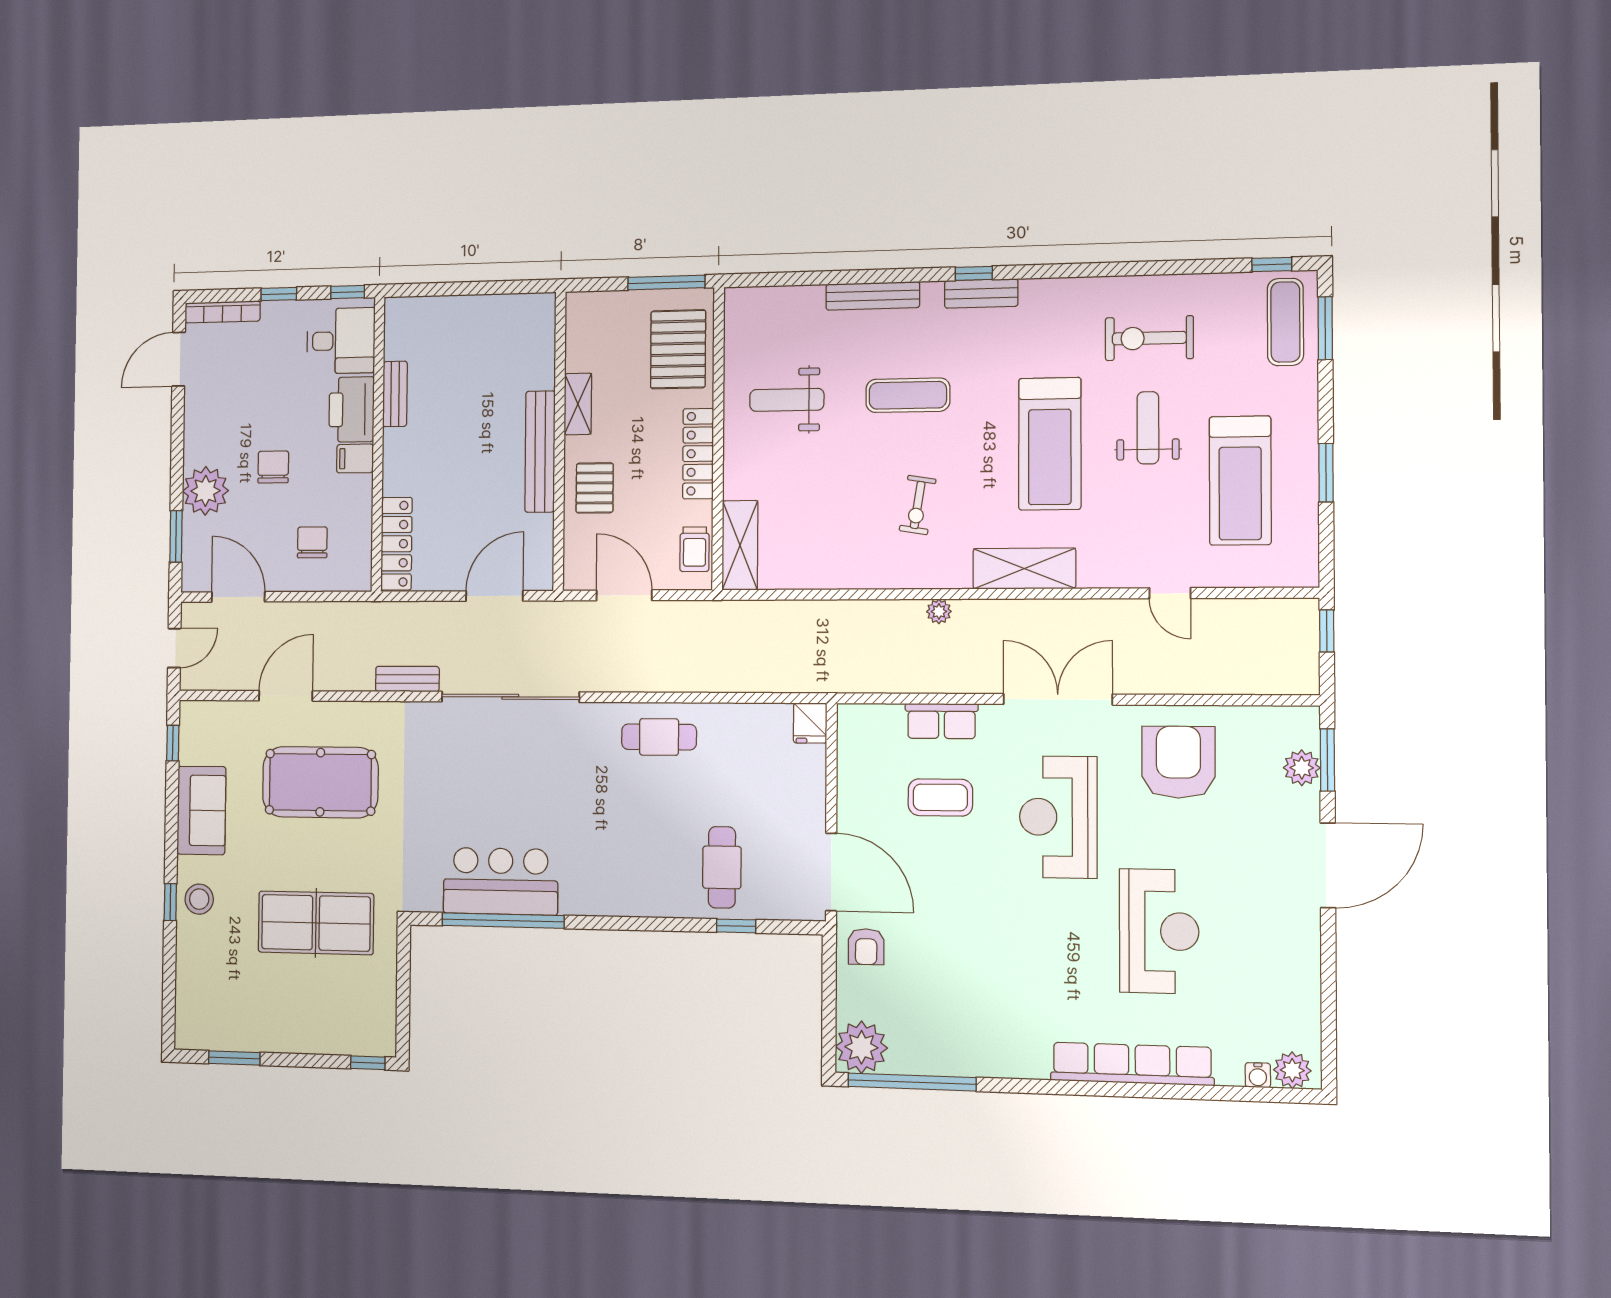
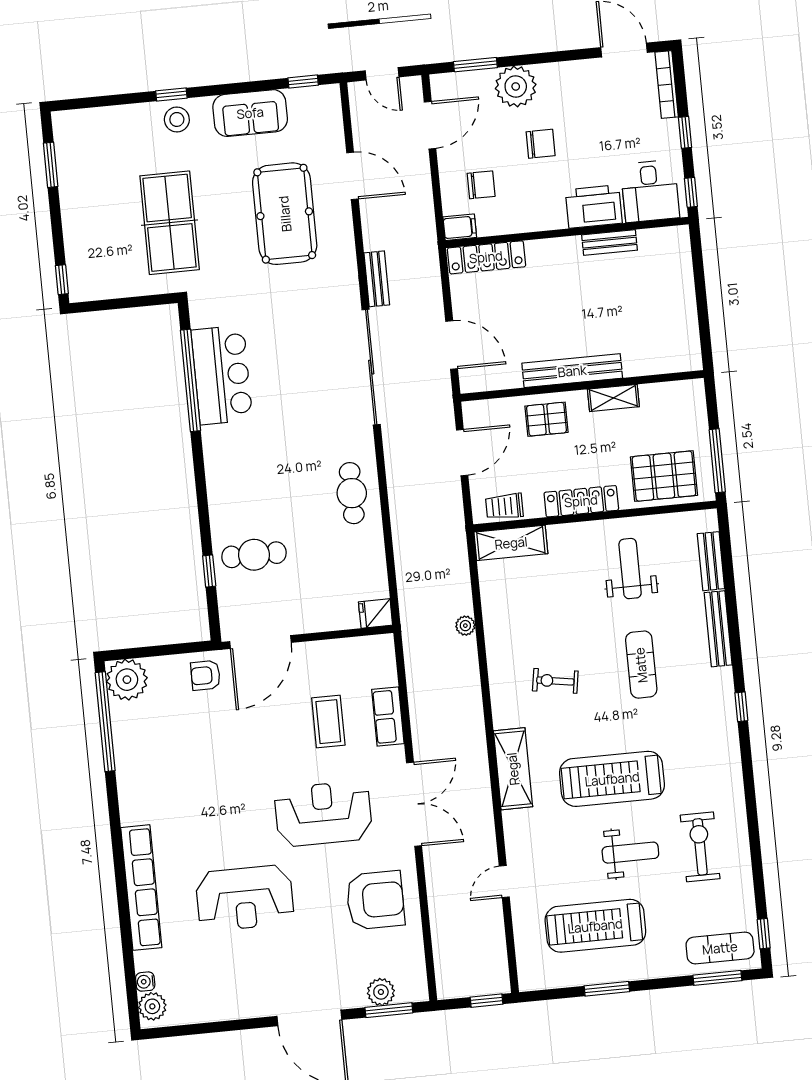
bench: (981, 293) -> (711, 561), moved
filing cabinet: (355, 458) -> (460, 227), moved, turned 90
plant: (939, 611) -> (465, 626), moved

